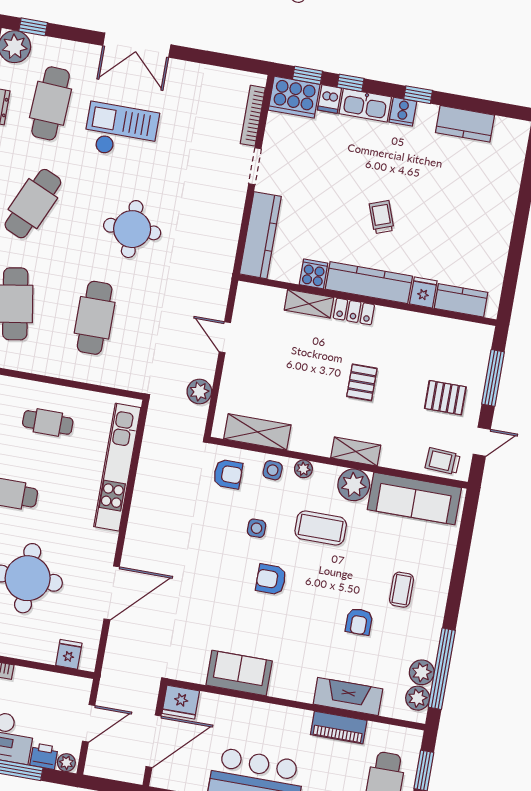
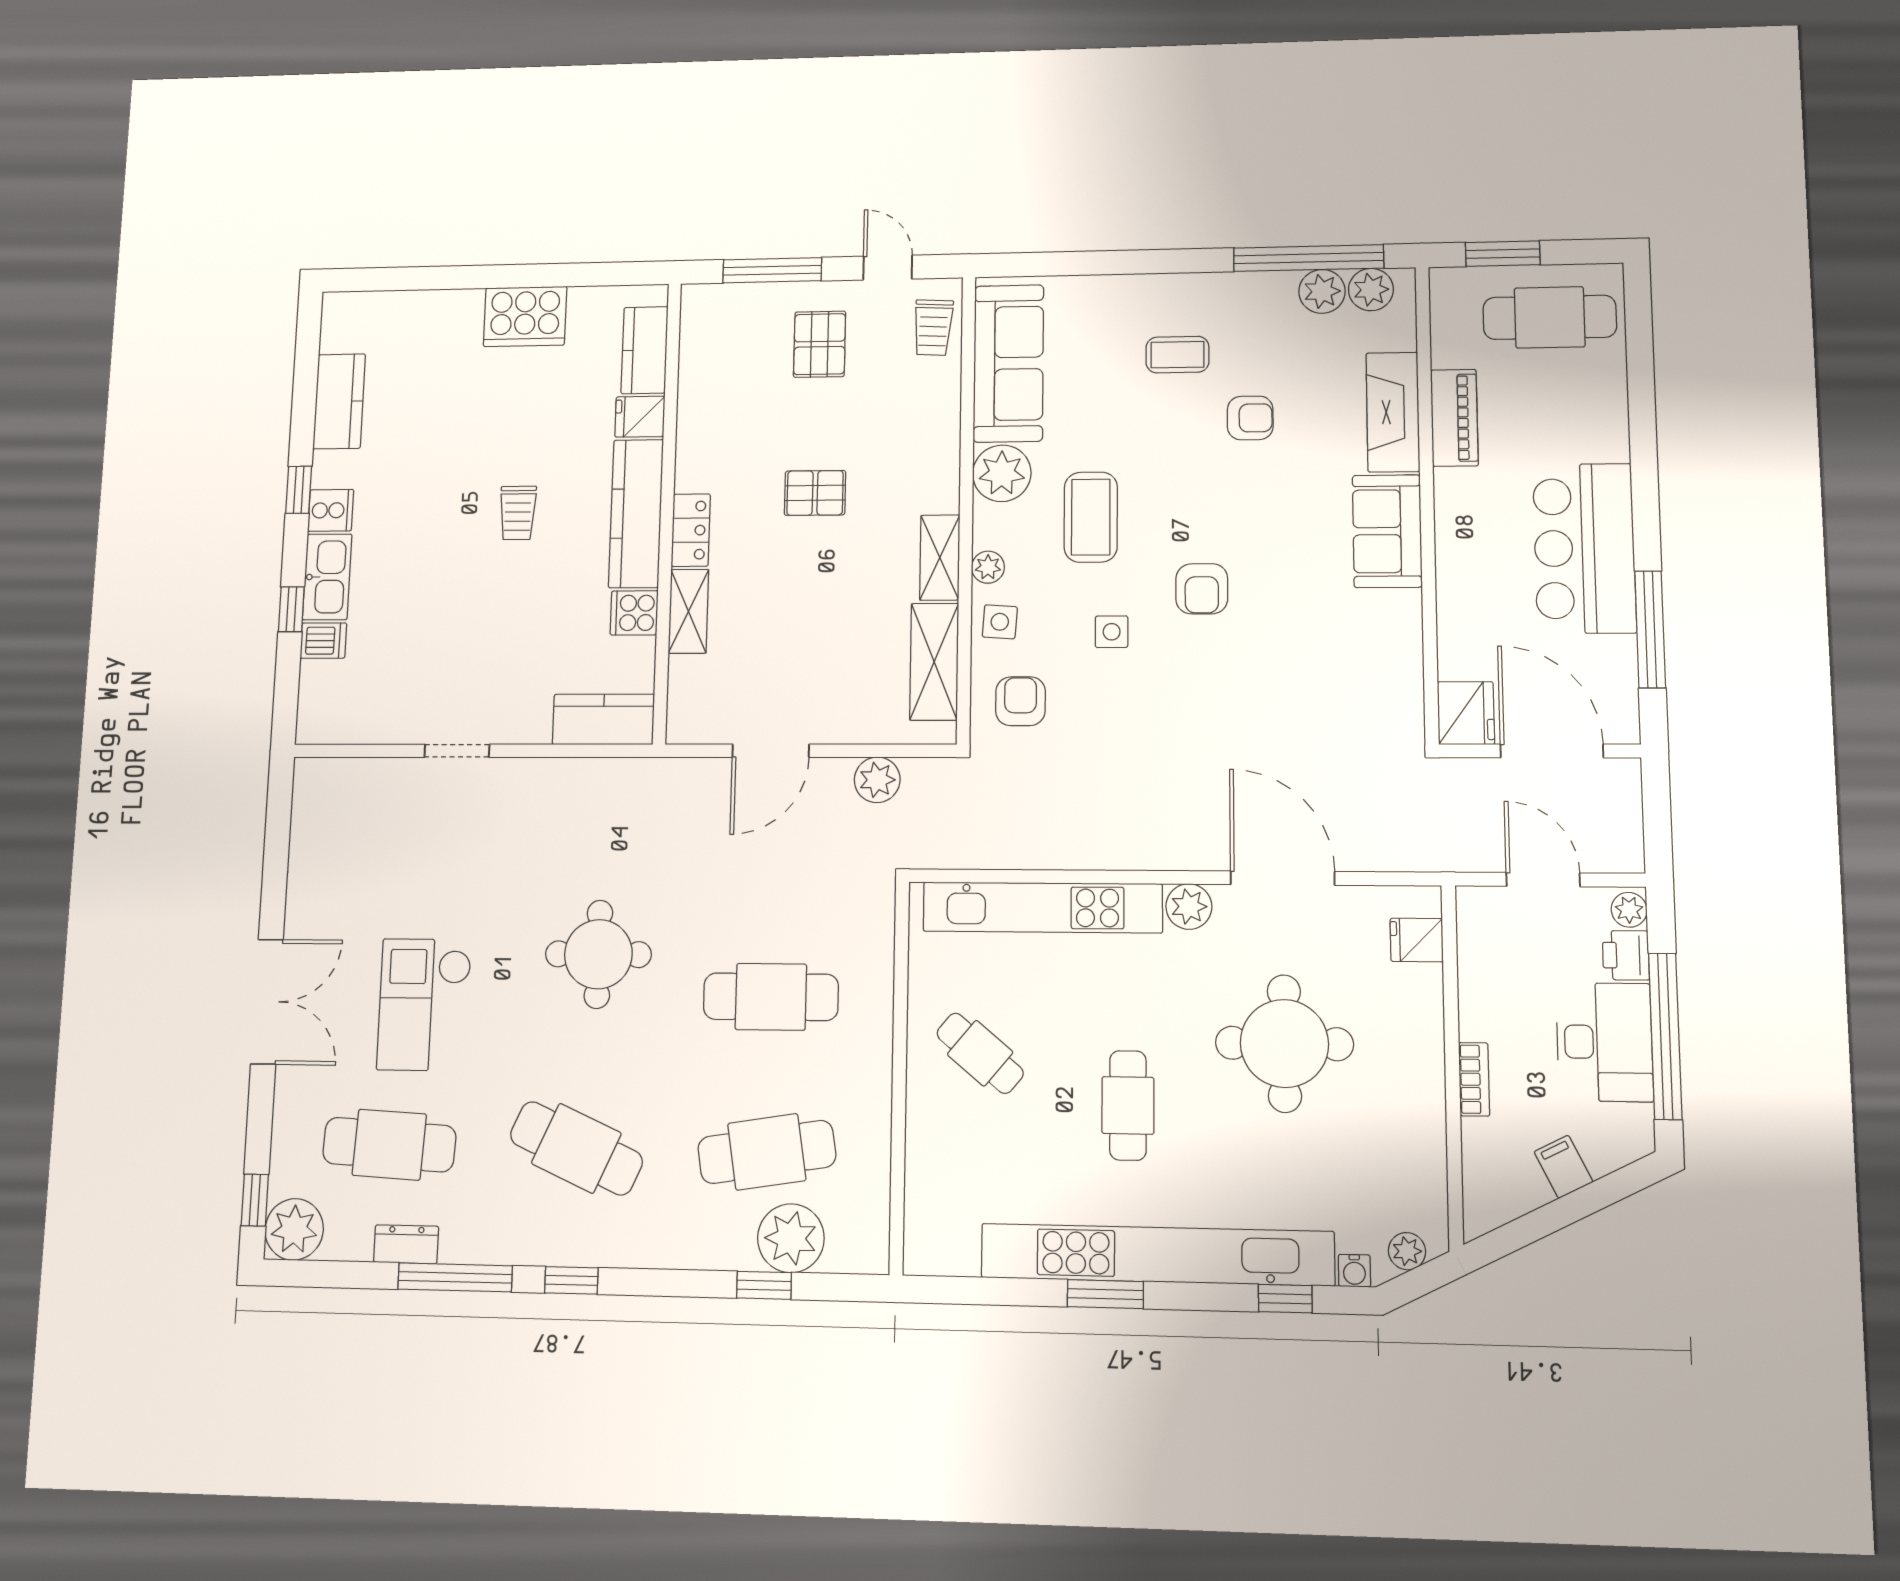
window: (308, 75) -> (286, 687), removed
cooker: (294, 97) -> (525, 316), moved, turned 90
bookcase: (253, 116) -> (368, 770), removed
trolley: (382, 217) -> (518, 513), turned -70
kitchen counter: (260, 235) -> (603, 719), width x0.67
door: (225, 337) -> (771, 751), width x1.37
cafe table: (48, 422) -> (980, 1053), turned -50
shelving: (356, 451) -> (940, 558), moved
plant: (105, 543) -> (1189, 907), added
sofa: (239, 673) -> (1387, 531), moved

